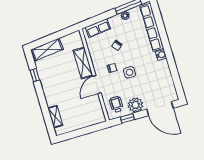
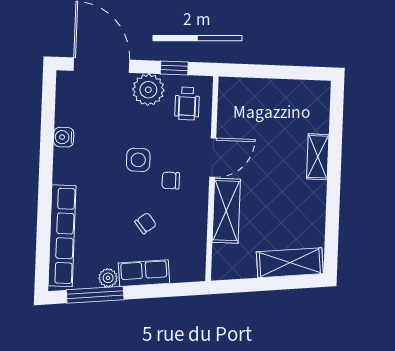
row of seats: (98, 28) -> (144, 273), moved
water cooler: (161, 55) -> (64, 137), moved
window: (35, 75) -> (332, 219), removed
shelving: (55, 117) -> (318, 157), moved

